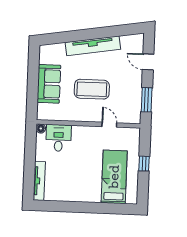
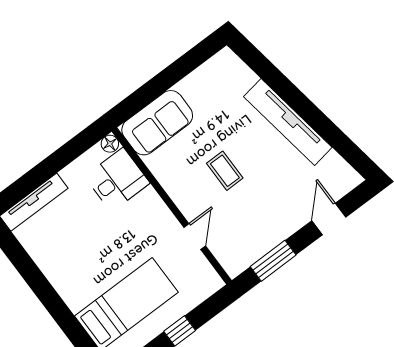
sofa: (49, 84) -> (157, 123), moved
coffee table: (92, 89) -> (225, 171), width x0.54, depth x0.58

